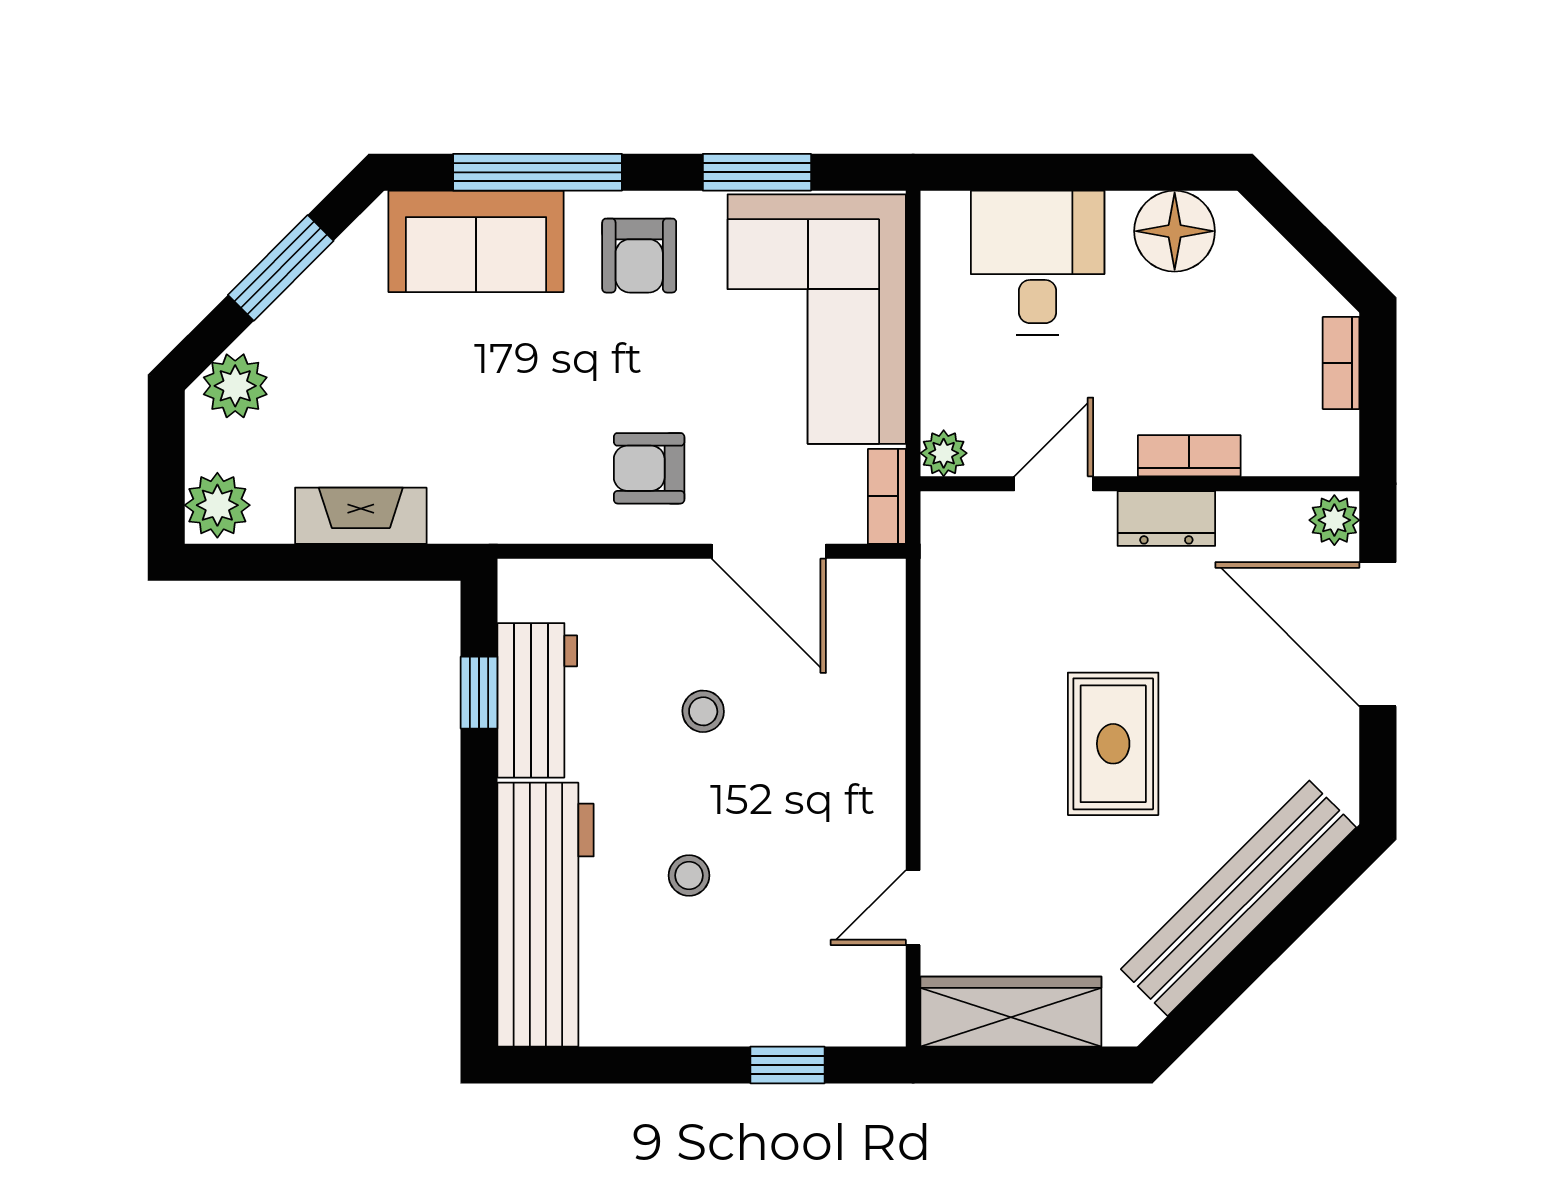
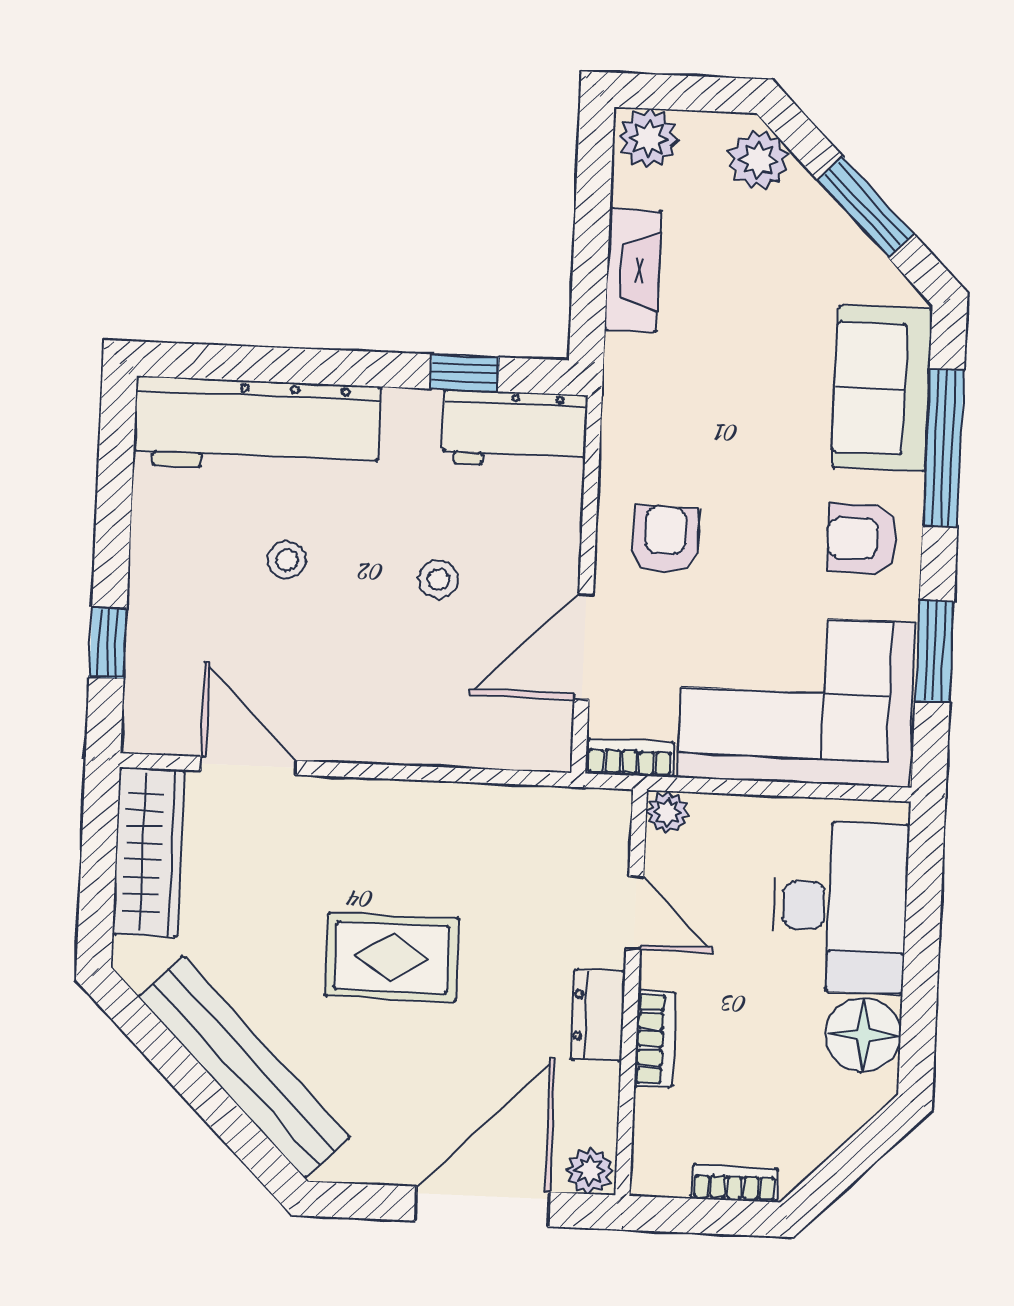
desk: (1038, 263) -> (840, 907), width x1.37
workbench: (537, 700) -> (515, 429), moved
door: (913, 908) -> (248, 766), width x1.38

